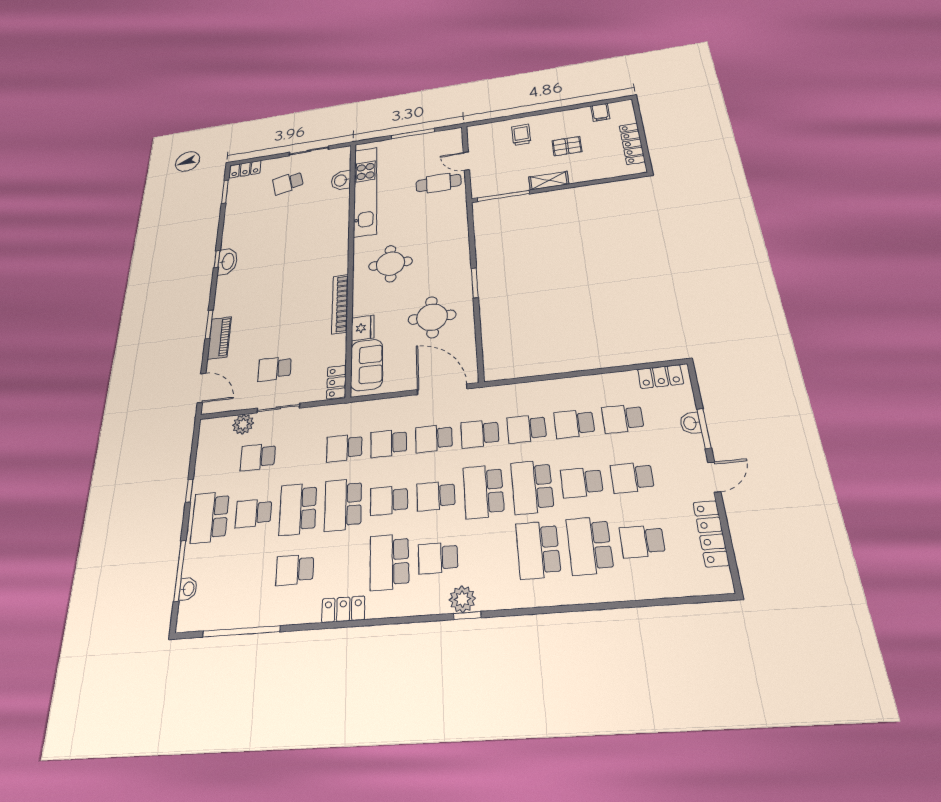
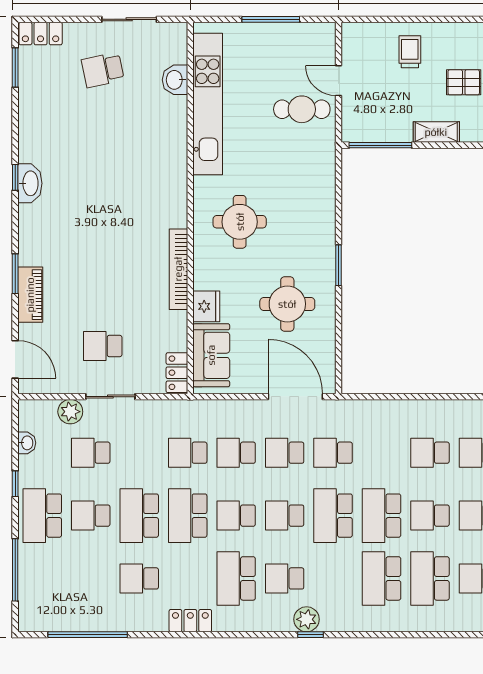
school desk: (527, 429) -> (382, 453), removed
washbasin: (188, 589) -> (27, 443), moved

